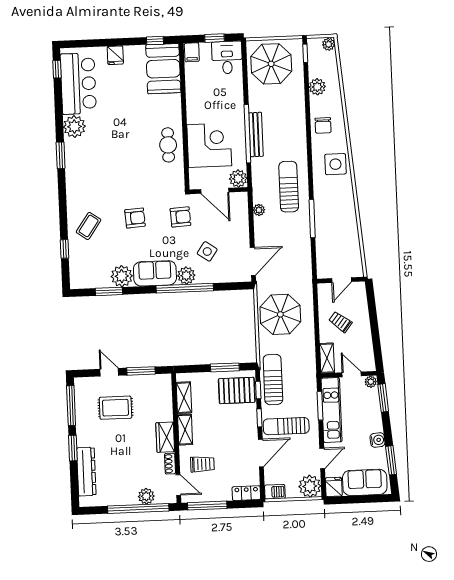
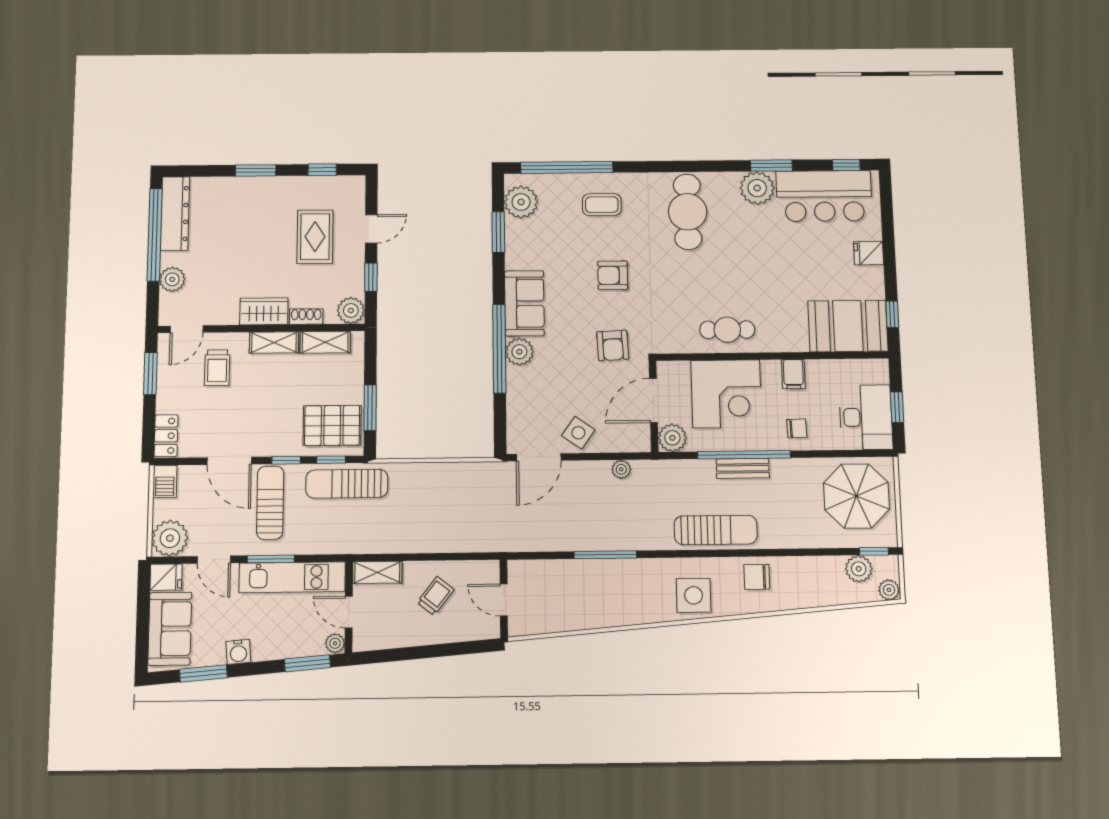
filing cabinet: (192, 52) -> (793, 374), moved, turned -90
desk: (227, 58) -> (866, 417), width x1.37
plant: (317, 87) -> (859, 569), moved
chair: (230, 101) -> (797, 428), added
bench: (256, 135) -> (743, 468), width x0.73
window: (61, 155) -> (771, 166), moved
cafe table: (92, 171) -> (688, 212), added
sun lounger: (289, 187) -> (716, 530), moved
armchair: (135, 218) -> (613, 275), turned 94
coffee table: (89, 226) -> (602, 205), turned -35
window: (65, 249) -> (567, 167), width x3.17
side table: (207, 251) -> (578, 433), moved
door: (253, 261) -> (539, 457), hinge flipped
plant: (122, 276) -> (521, 202), moved
parasol: (280, 314) -> (452, 499), removed
window: (141, 371) -> (371, 277), width x0.67
door: (352, 374) -> (349, 612), swing flipped
sun lounger: (273, 380) -> (347, 484), turned 180
plant: (163, 383) -> (351, 310), added
pallet: (237, 390) -> (332, 425), turned 90
window: (71, 406) -> (322, 170), width x0.46
window: (320, 406) -> (271, 559), moved
shoe rack: (170, 464) -> (306, 317), moved
dresser: (86, 472) -> (175, 213), moved, turned -90
window: (207, 506) -> (150, 373), width x0.69
window: (138, 508) -> (155, 235), moved

